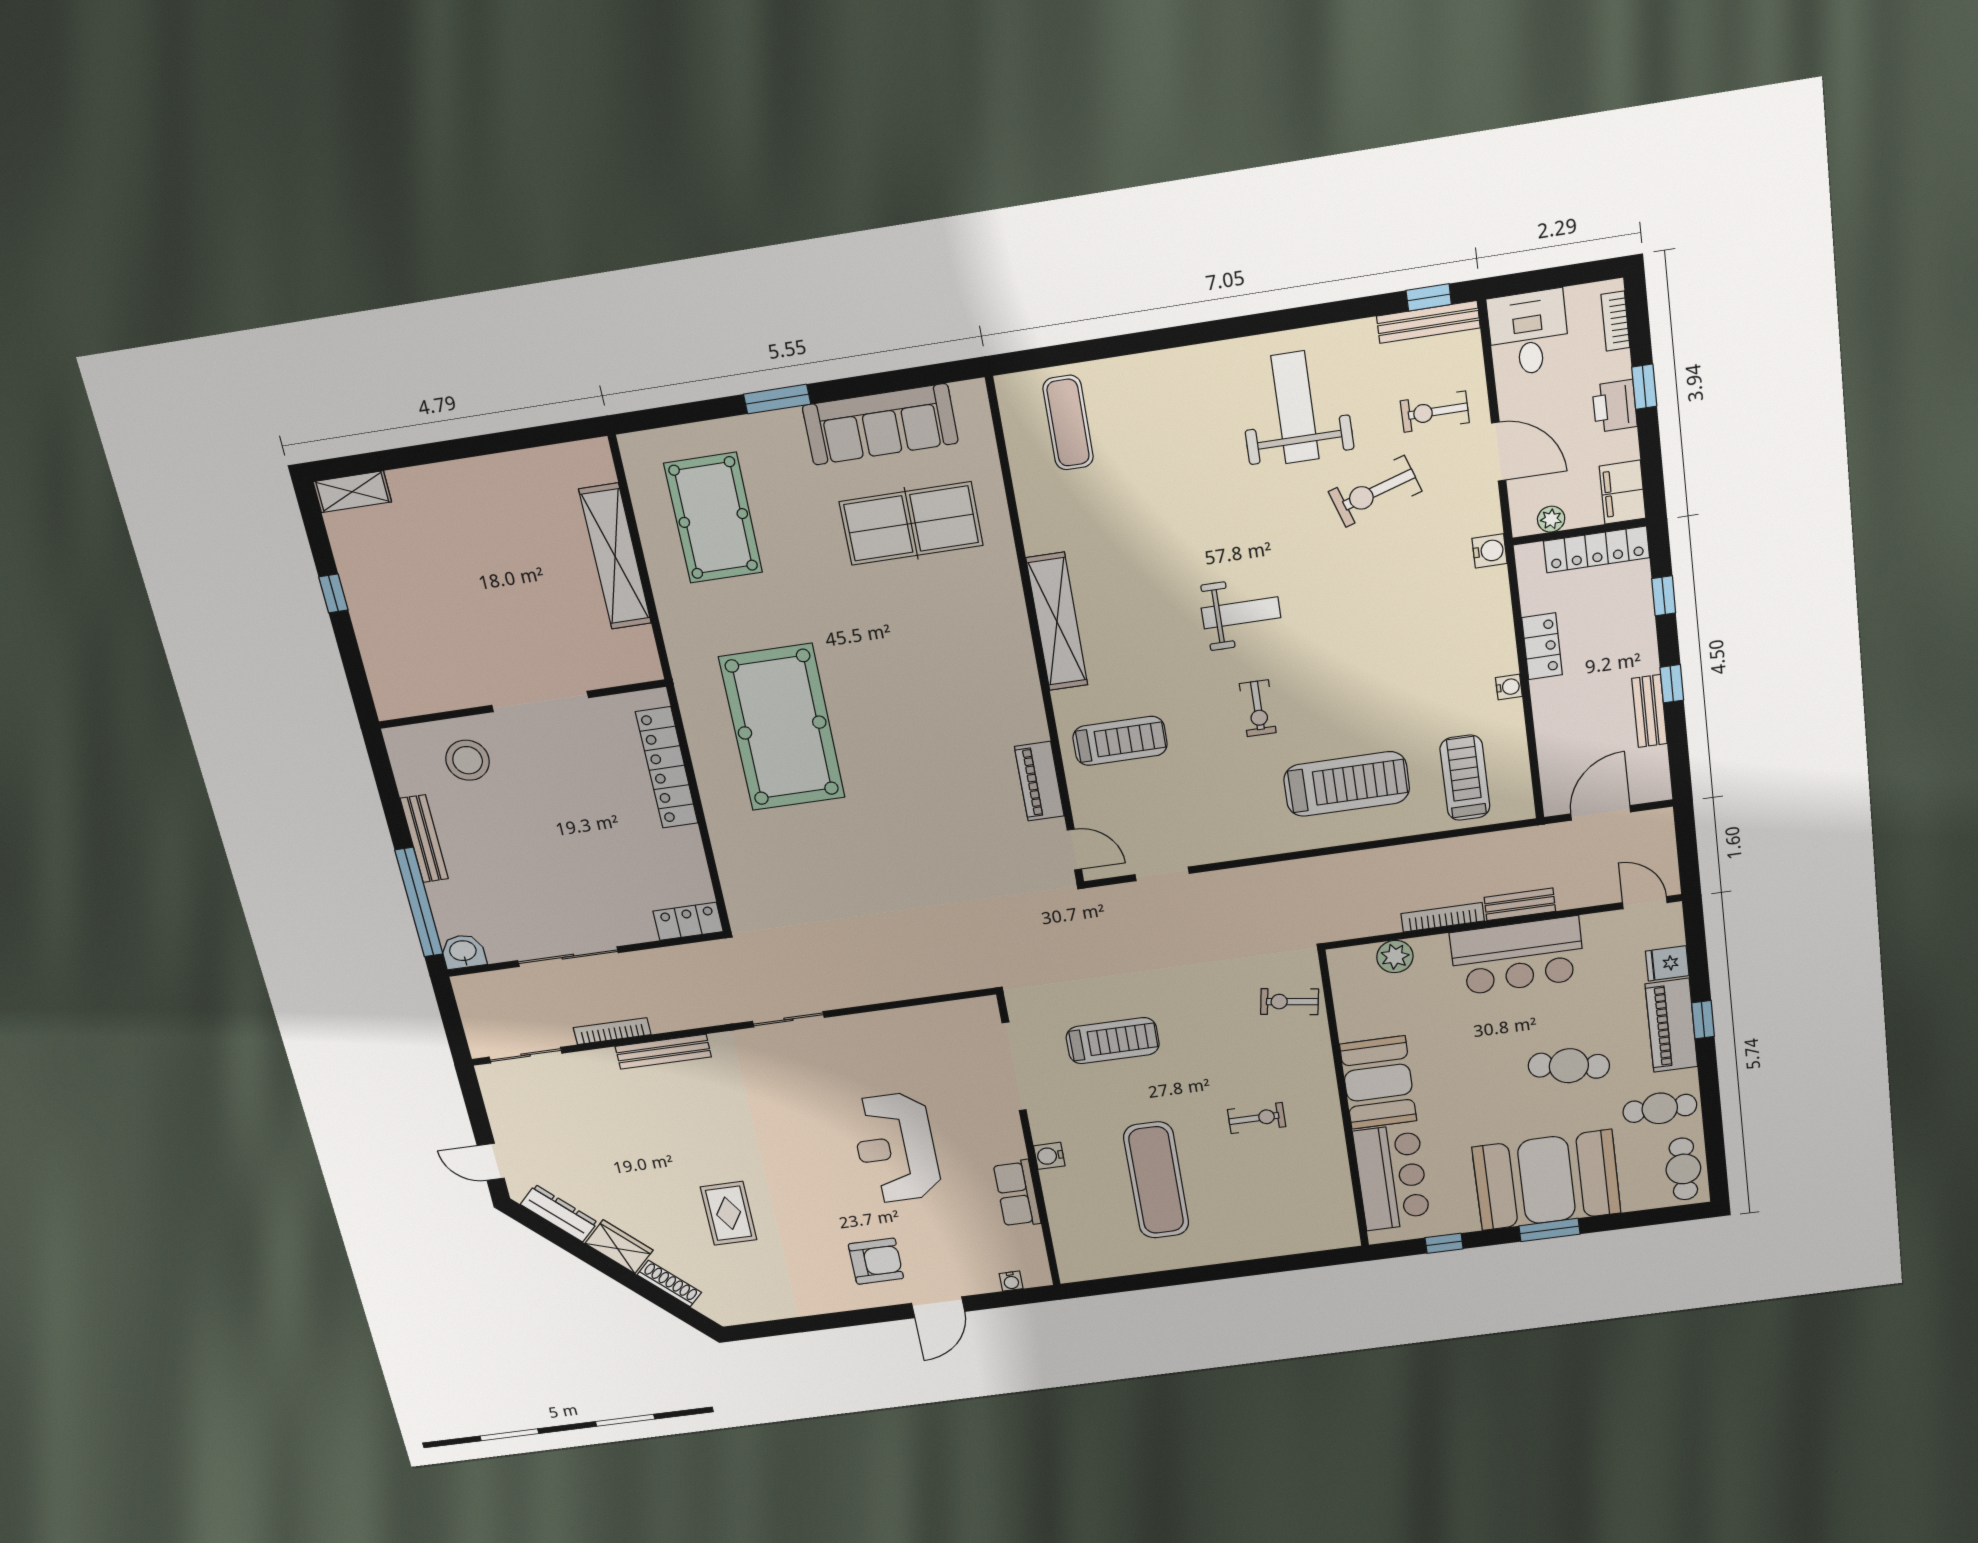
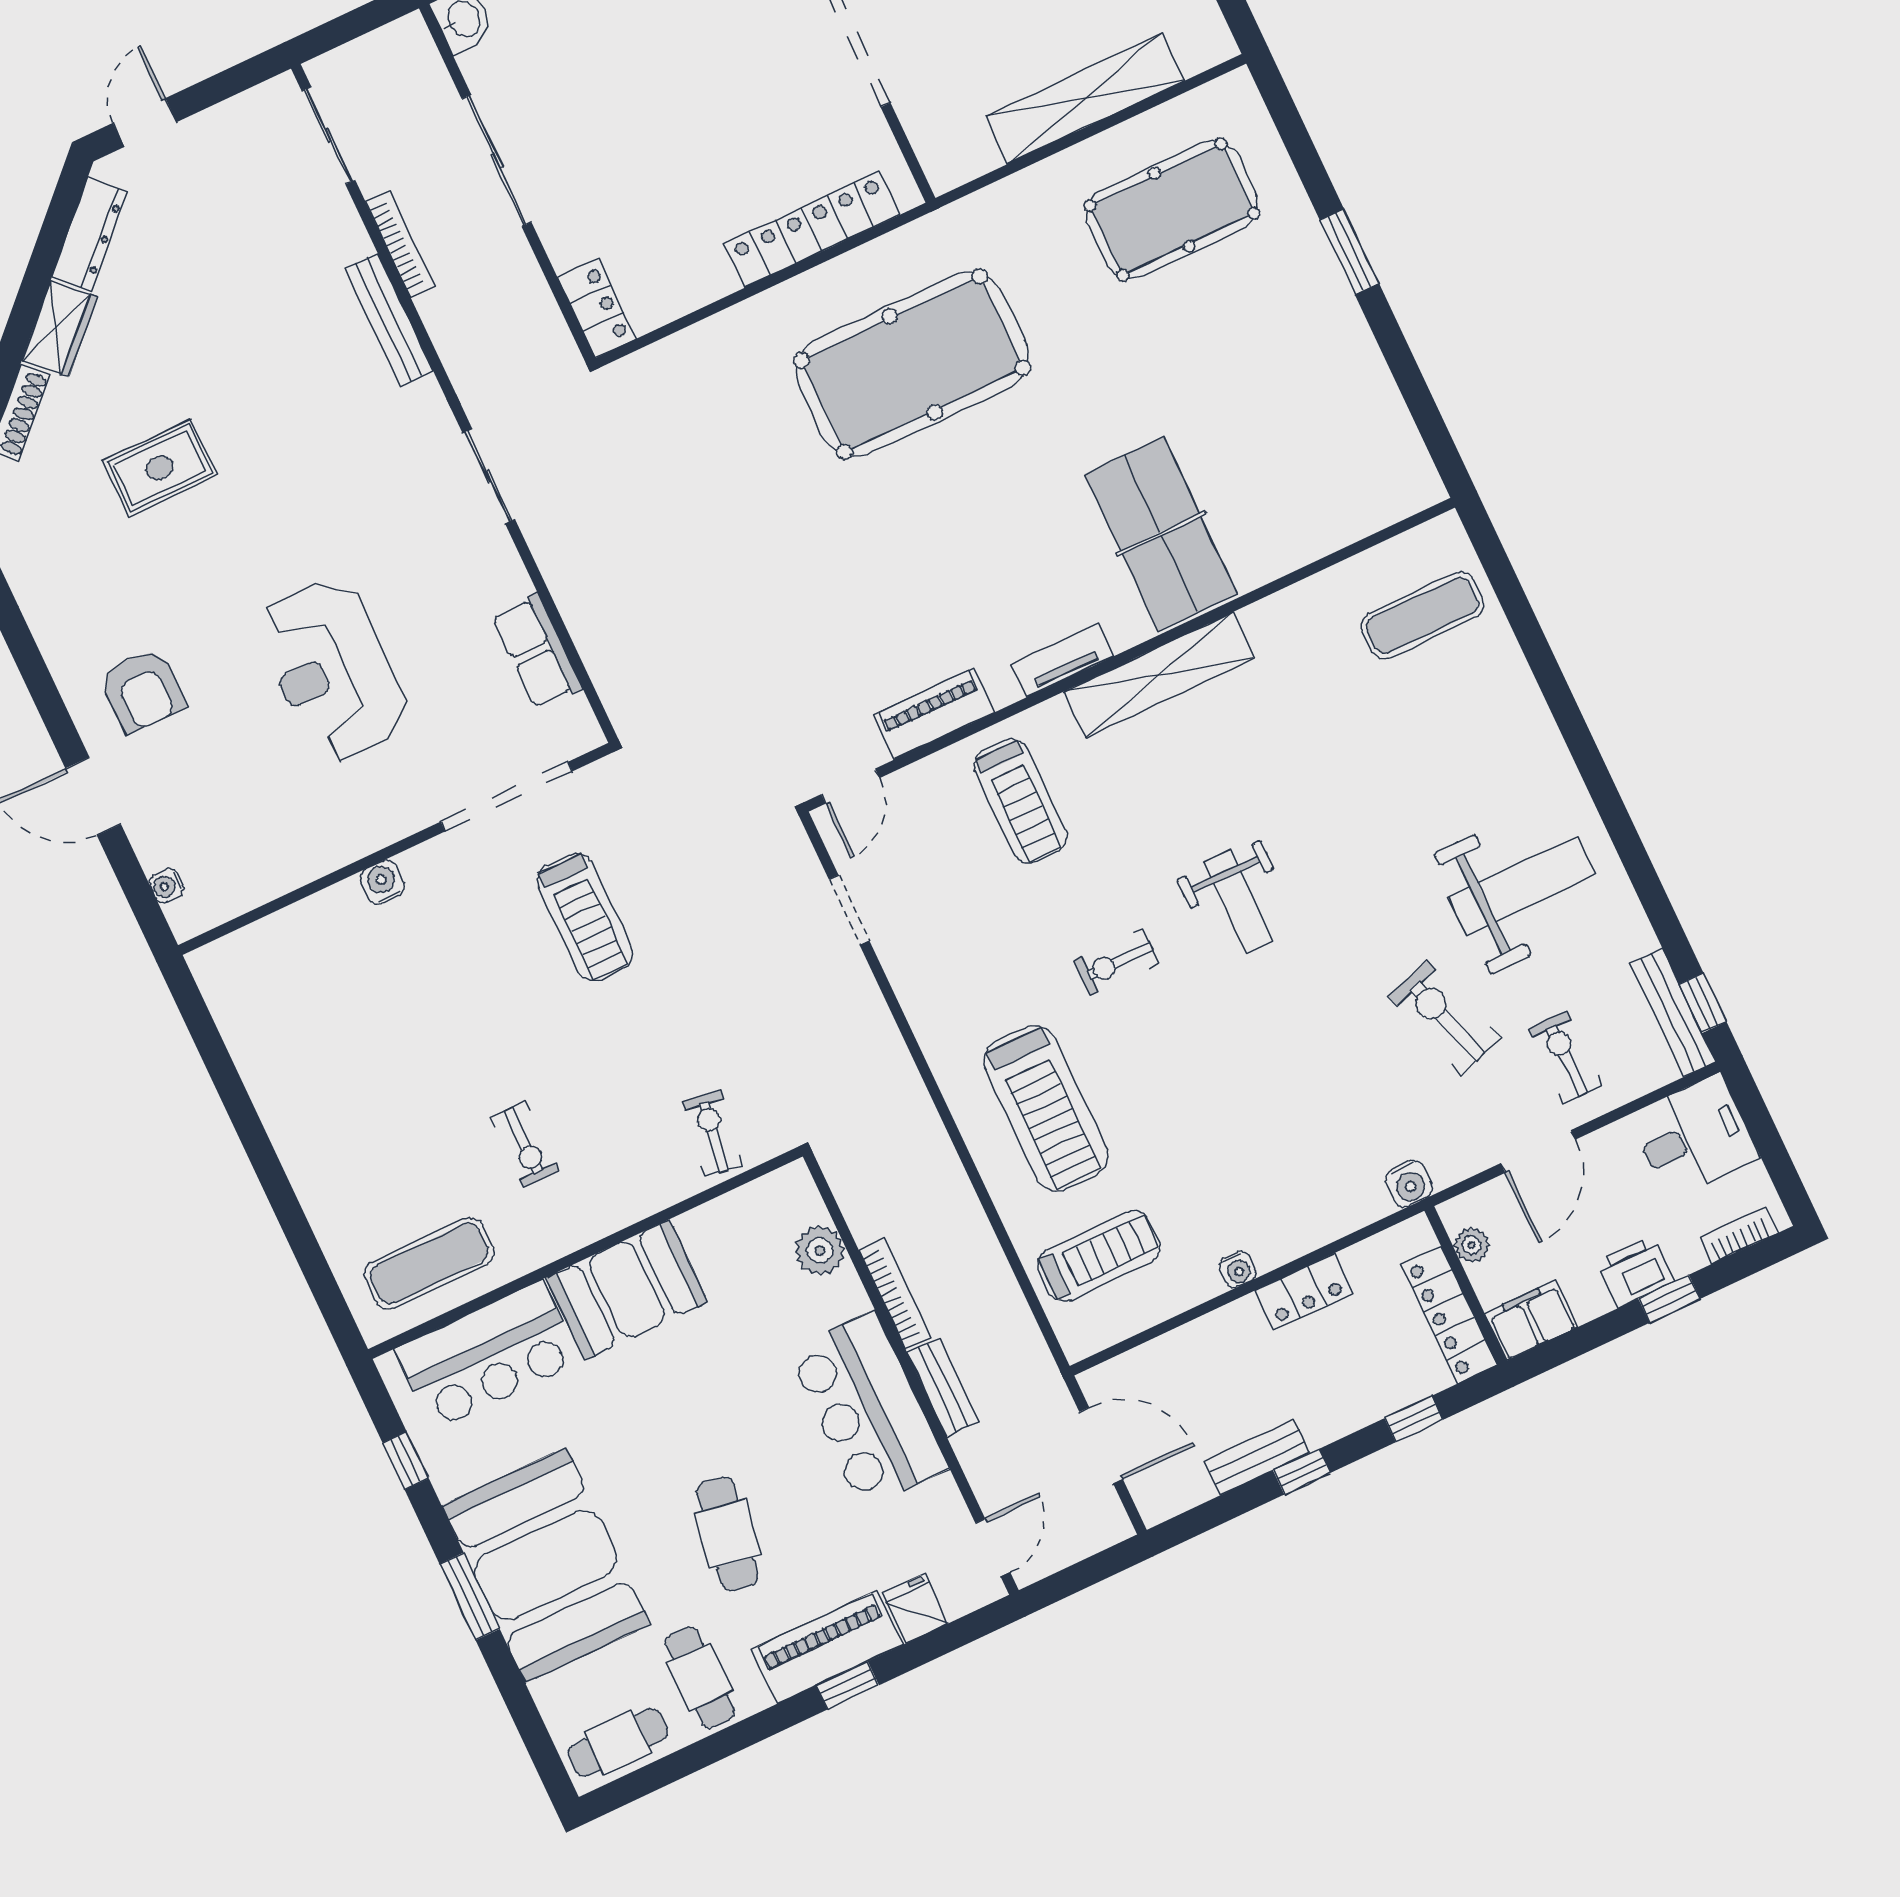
sofa: (880, 424) -> (1354, 386), removed
table tennis table: (911, 523) -> (1161, 534), moved
tv unit: (1026, 685) -> (1063, 660), added
reception desk: (896, 1148) -> (333, 671), turned -90
exercise mat: (1156, 1180) -> (429, 1263), moved, width x0.73, depth x0.69
row of seats: (1017, 1194) -> (537, 651), moved, turned -90

